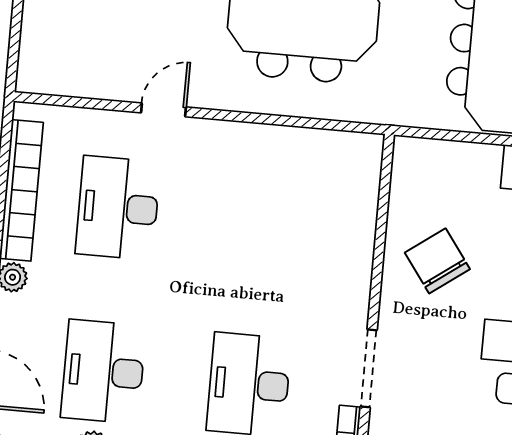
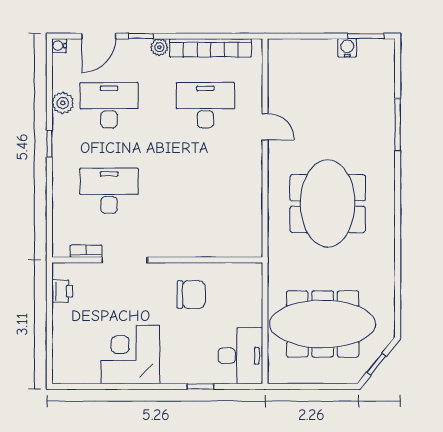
chair: (437, 261) -> (191, 295), turned 36

